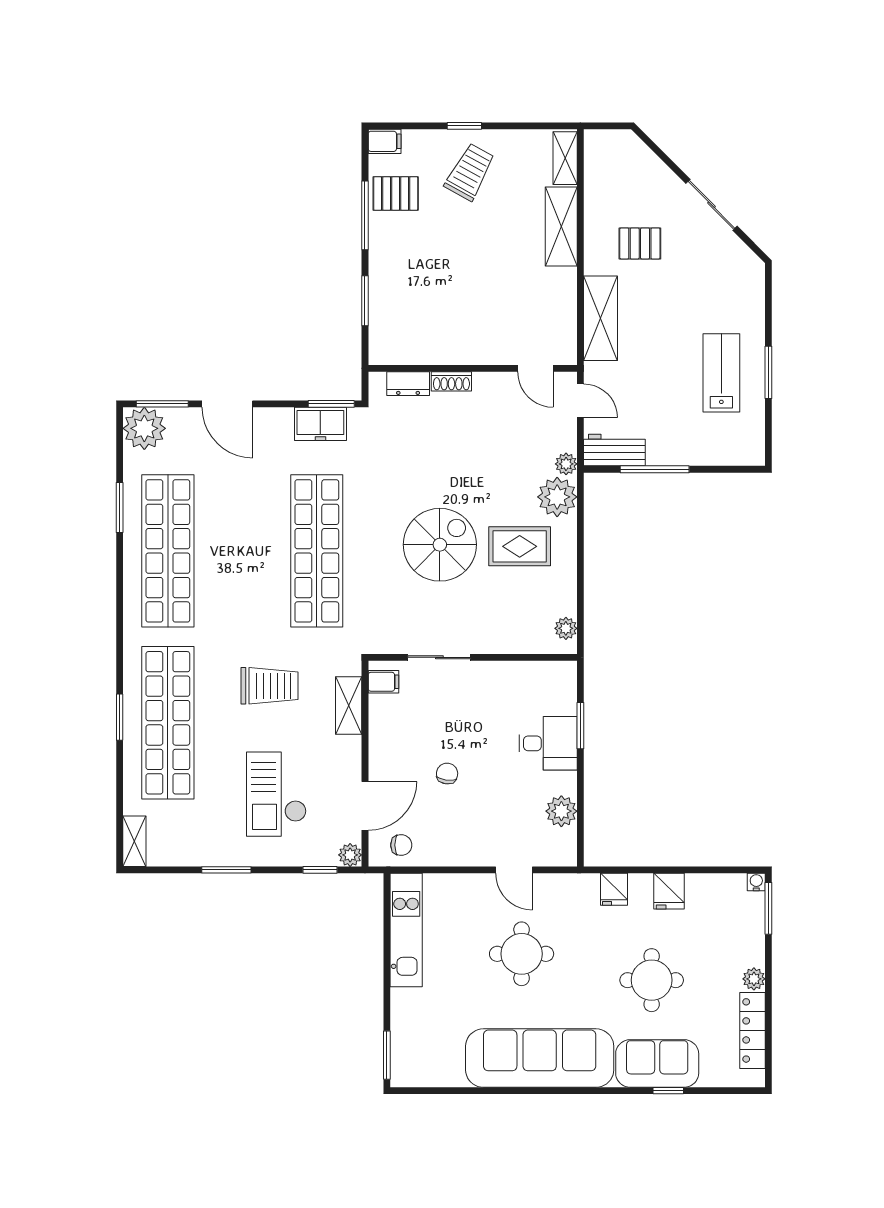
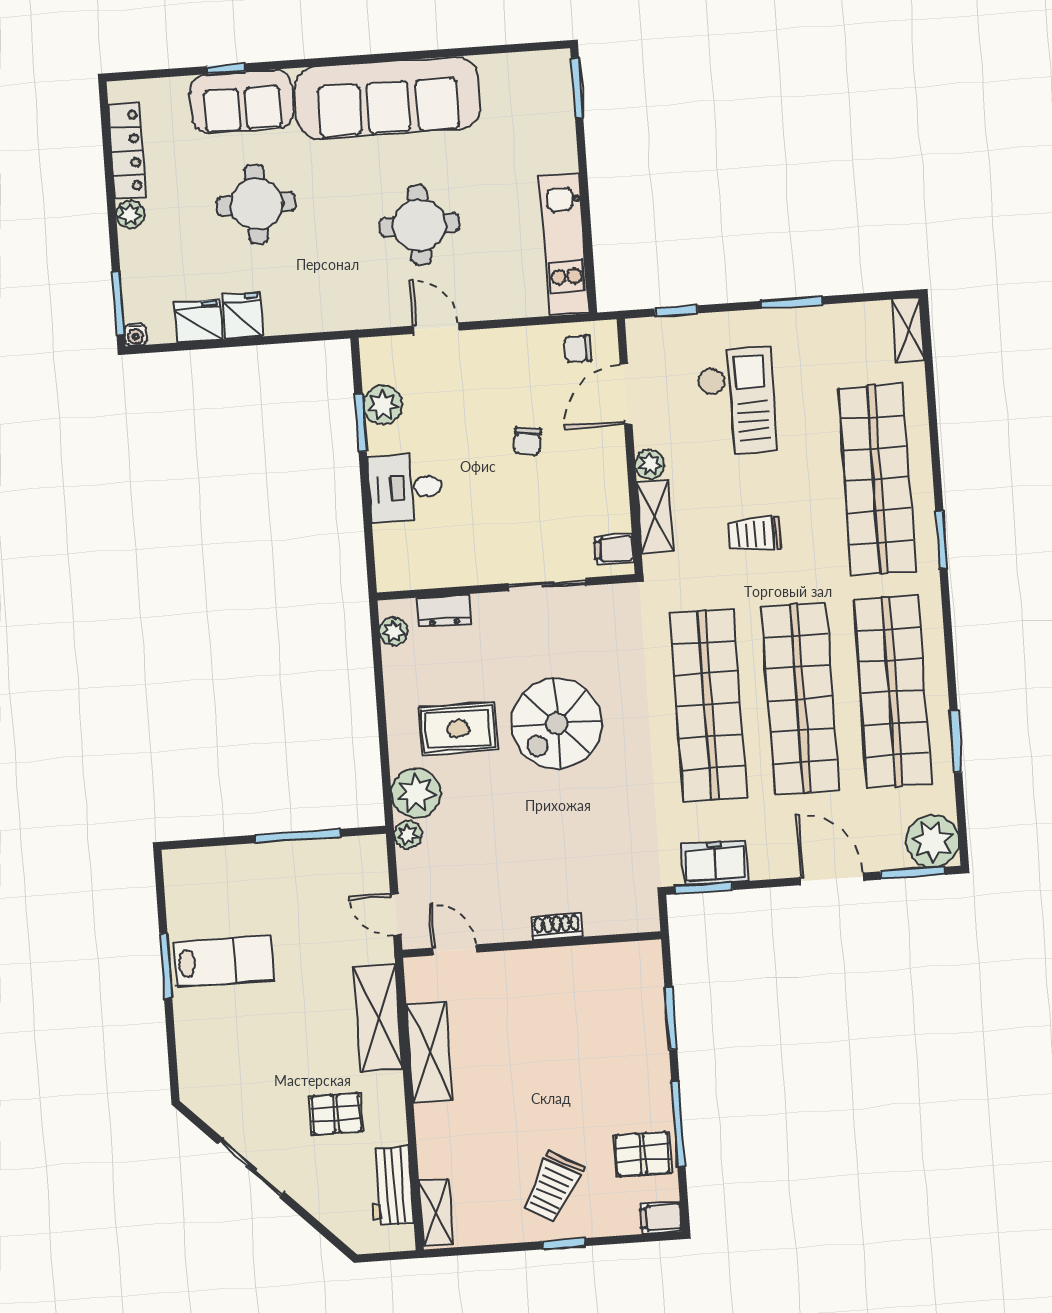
shelving: (561, 227) -> (429, 1053), moved
lab bench: (721, 373) -> (224, 961), turned -90
dresser: (408, 384) -> (444, 611), moved, turned 180
workbench: (614, 450) -> (391, 1186), moved, turned 90
shop shelf: (242, 551) -> (800, 698), added
trolley: (270, 686) -> (755, 534), width x0.73, depth x0.72
window: (120, 717) -> (941, 540), moved
window: (580, 726) -> (361, 423), moved
plant: (350, 855) -> (650, 464), moved
fridge: (614, 889) -> (198, 321), moved, width x1.38

